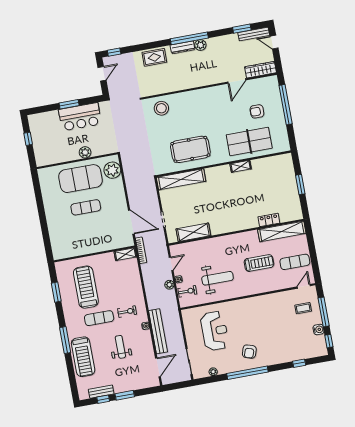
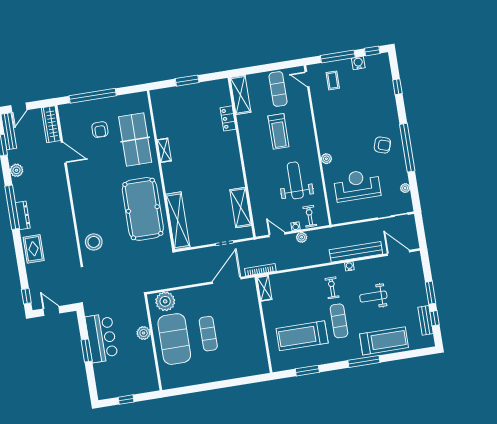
plant: (200, 45) -> (16, 170), moved
pool table: (190, 149) -> (143, 209), width x1.36, depth x1.32
shelving: (282, 231) -> (241, 95), width x0.68
treadmill: (259, 263) -> (278, 131), turned 180
plant: (237, 304) -> (326, 159), added

